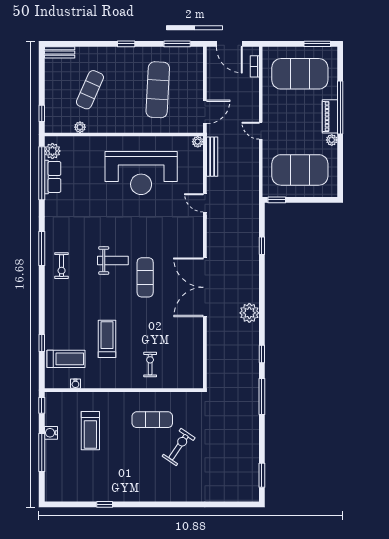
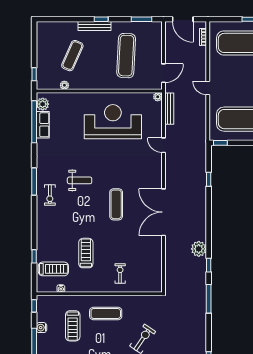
bench: (60, 52) -> (95, 26), moved, width x1.36
reception desk: (141, 173) -> (113, 122), turned 180
weight bench: (113, 261) -> (80, 180), moved
plant: (249, 313) -> (199, 249), moved
exercise mat: (152, 420) -> (106, 313), moved

